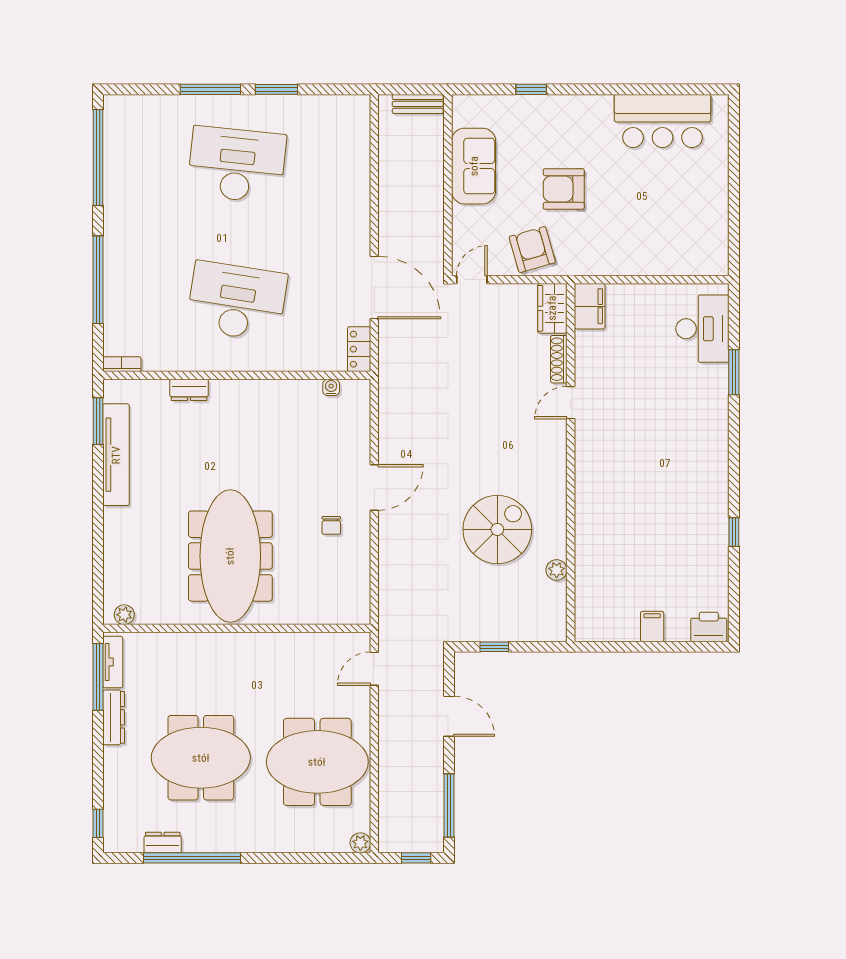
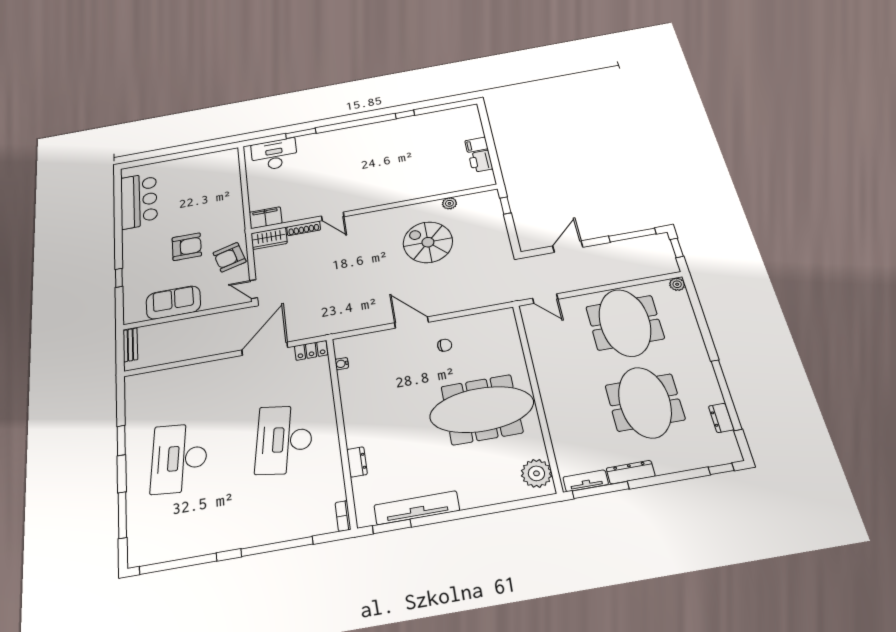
window: (210, 89) -> (122, 515), moved
armchair: (564, 189) -> (187, 247), turned -90
plant: (124, 615) -> (536, 473), width x1.87, depth x1.87
printer: (709, 627) -> (481, 161), moved
window: (494, 647) -> (505, 205), moved

